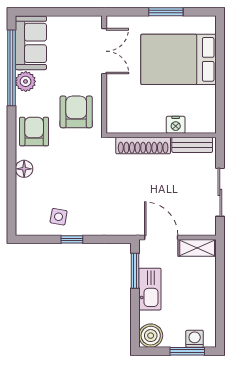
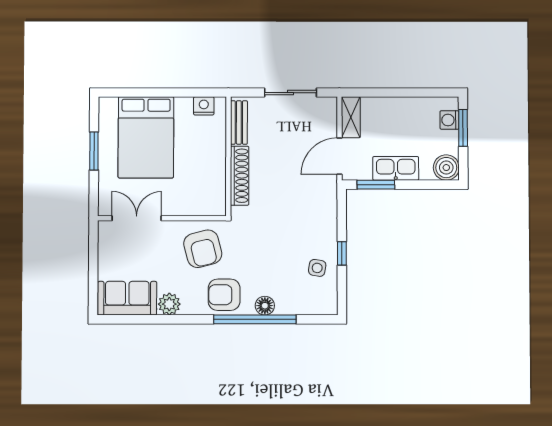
window: (12, 68) -> (255, 319), moved
armchair: (76, 112) -> (203, 249), turned -104
nightstand: (176, 125) -> (204, 106), moved, turned -90

